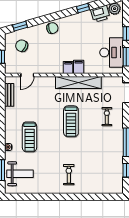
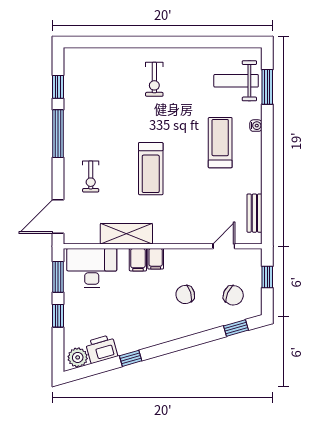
chair: (52, 28) -> (185, 295), moved
desk: (111, 52) -> (92, 268), moved, turned 90
shelving: (78, 83) -> (126, 234), width x0.68
treadmill: (71, 121) -> (151, 169), turned 180

